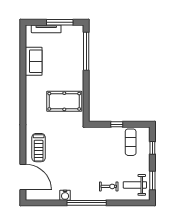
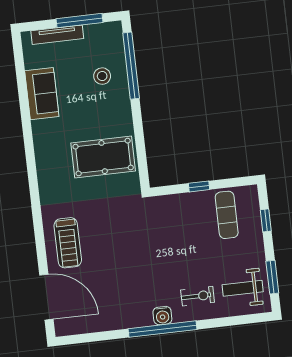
stool: (69, 55) -> (102, 76), added
water cooler: (65, 195) -> (162, 316), moved

